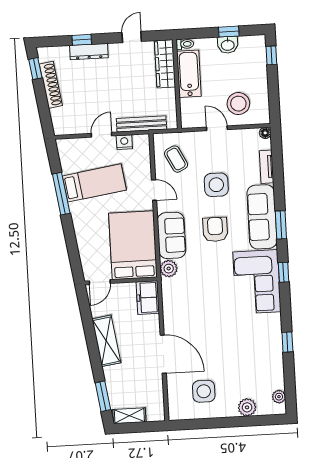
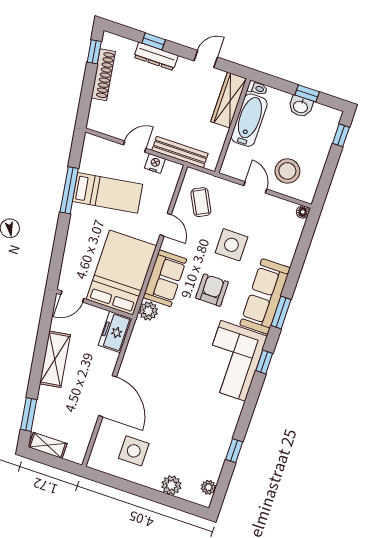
tv unit: (266, 167) -> (290, 247), removed
window: (287, 342) -> (234, 451), moved

